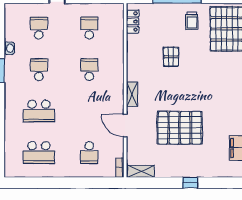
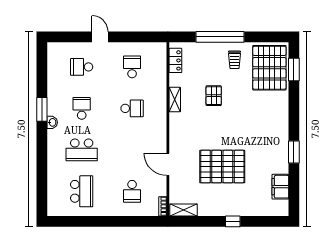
school desk: (39, 28) -> (82, 67), turned -90
washbasin: (9, 48) -> (52, 122), moved
school desk: (89, 70) -> (132, 108), turned 90
shelving: (132, 94) -> (175, 100), moved
school desk: (39, 153) -> (82, 191), turned -90

